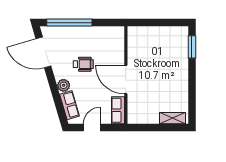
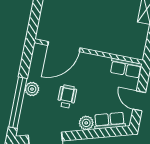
plant: (84, 32) -> (32, 89), added
door: (126, 80) -> (64, 47), moved

